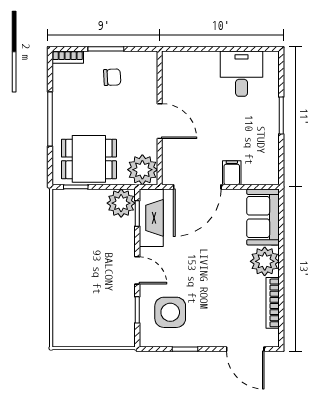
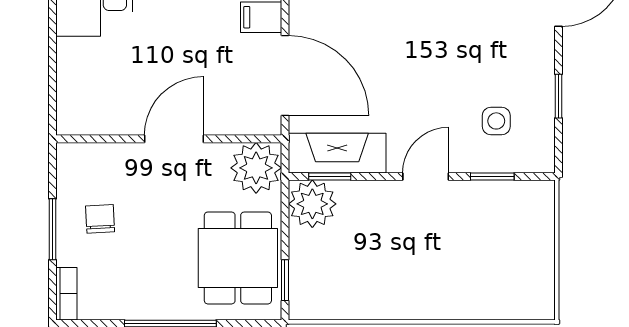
side table: (170, 312) -> (496, 121), width x0.54, depth x0.54

